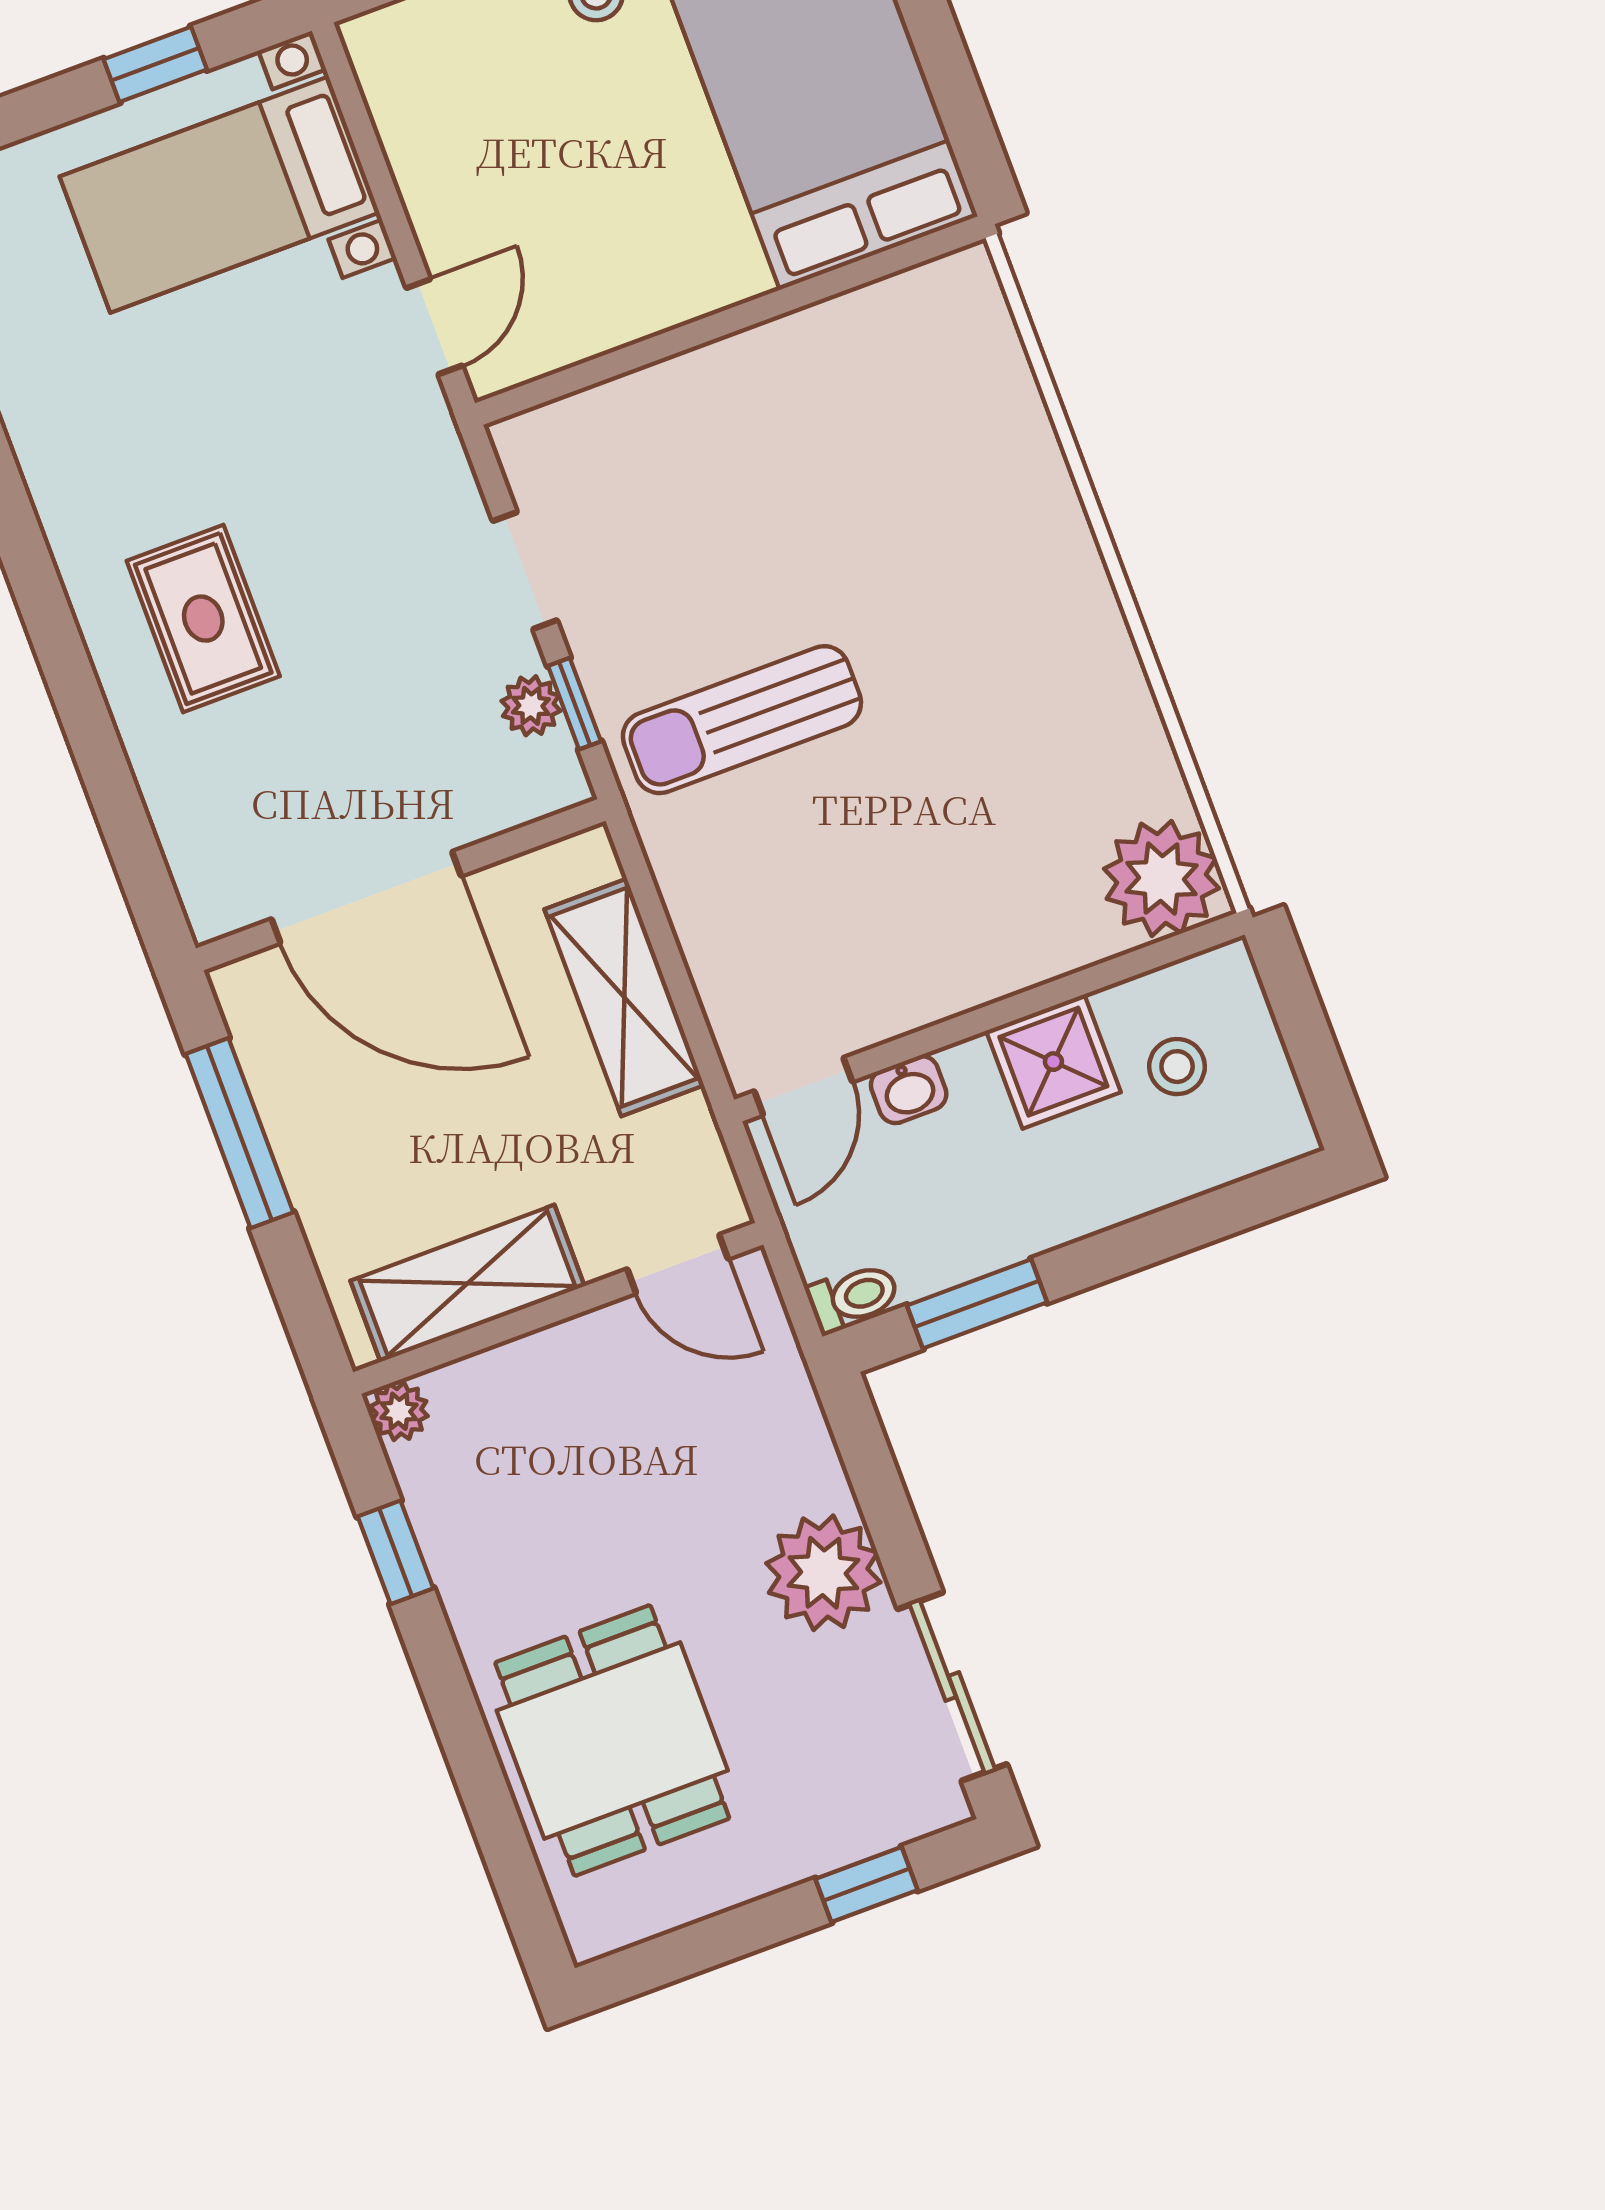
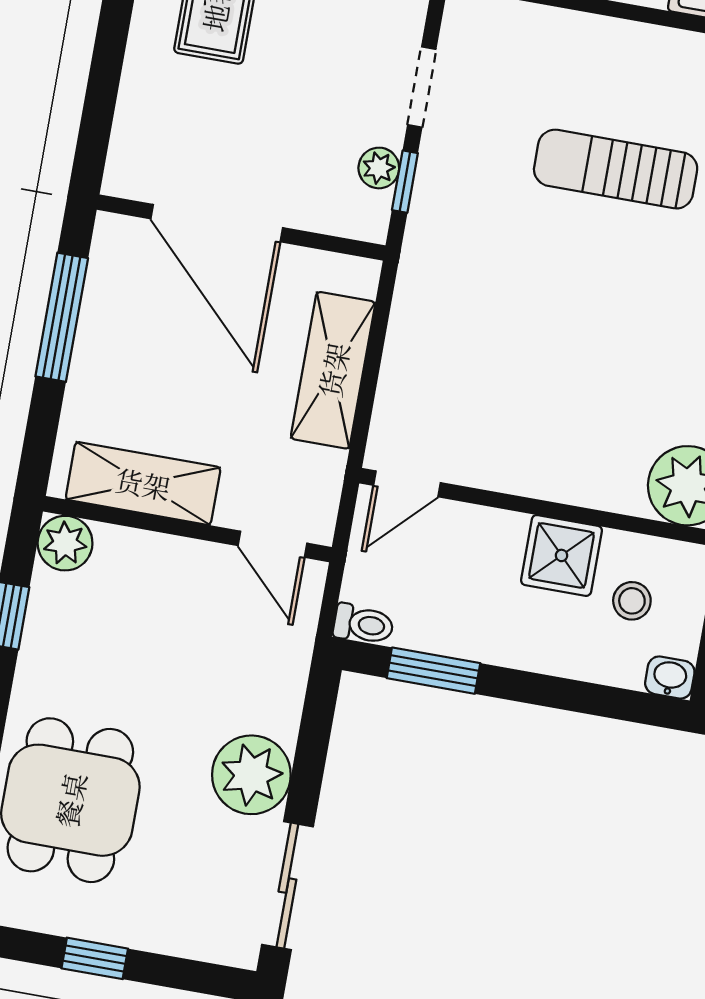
sun lounger: (742, 720) -> (616, 169), moved
washbasin: (909, 1090) -> (670, 678), moved, turned 180
plant: (399, 1411) -> (65, 543), width x1.38, depth x1.38
window: (867, 1884) -> (95, 958), moved

